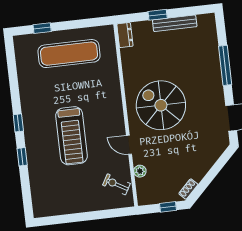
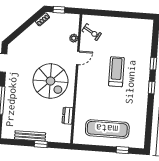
dresser: (125, 35) -> (68, 116), moved
treadmill: (71, 136) -> (116, 72), width x0.73, depth x0.73
door: (129, 145) -> (78, 58), hinge flipped

